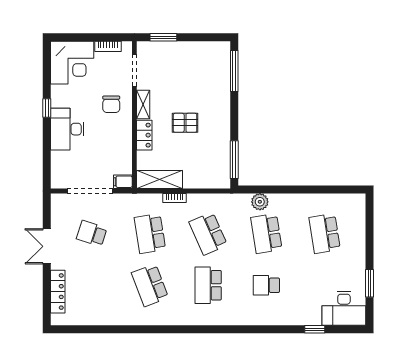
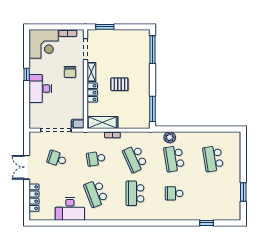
school desk: (150, 234) -> (96, 159), width x0.54
desk: (344, 308) -> (70, 209), moved

